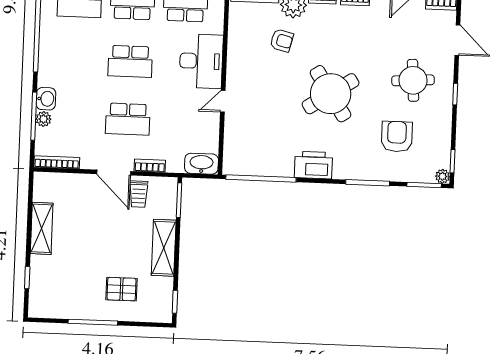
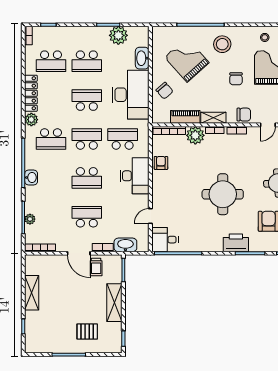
armchair: (282, 40) -> (161, 163), moved, turned -104
round table: (331, 94) -> (223, 194), turned 33
washbasin: (46, 99) -> (31, 177), moved
door: (223, 101) -> (150, 216), moved
school desk: (128, 119) -> (87, 217), turned 180
desk: (242, 157) -> (165, 240), added
washbasin: (201, 164) -> (125, 245), moved
printer: (313, 165) -> (236, 243), moved

